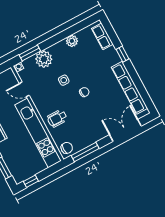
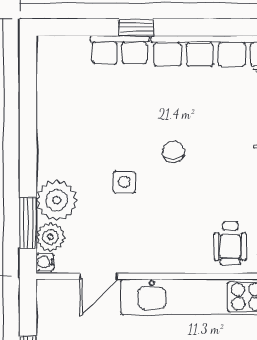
row of seats: (102, 36) -> (120, 50), moved
plant: (72, 41) -> (50, 237), moved
wheelchair: (57, 118) -> (230, 243), moved

